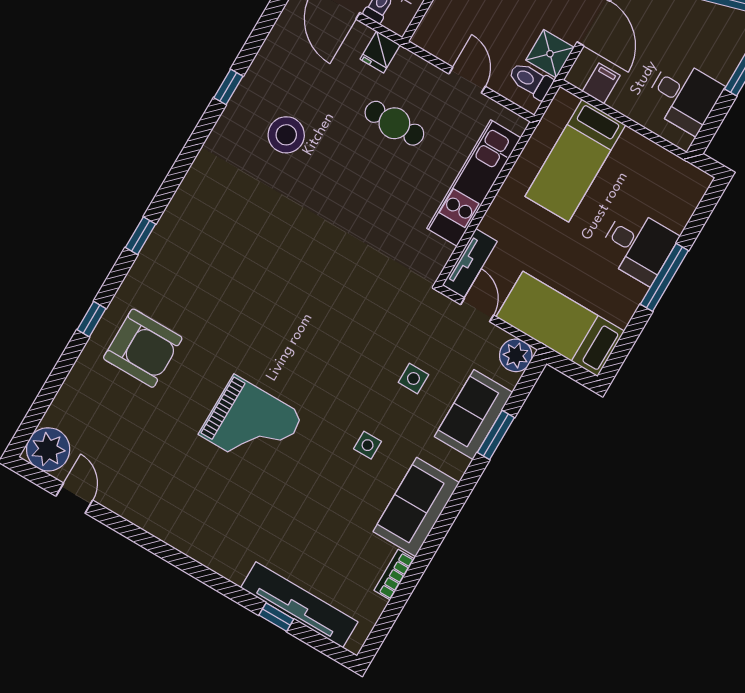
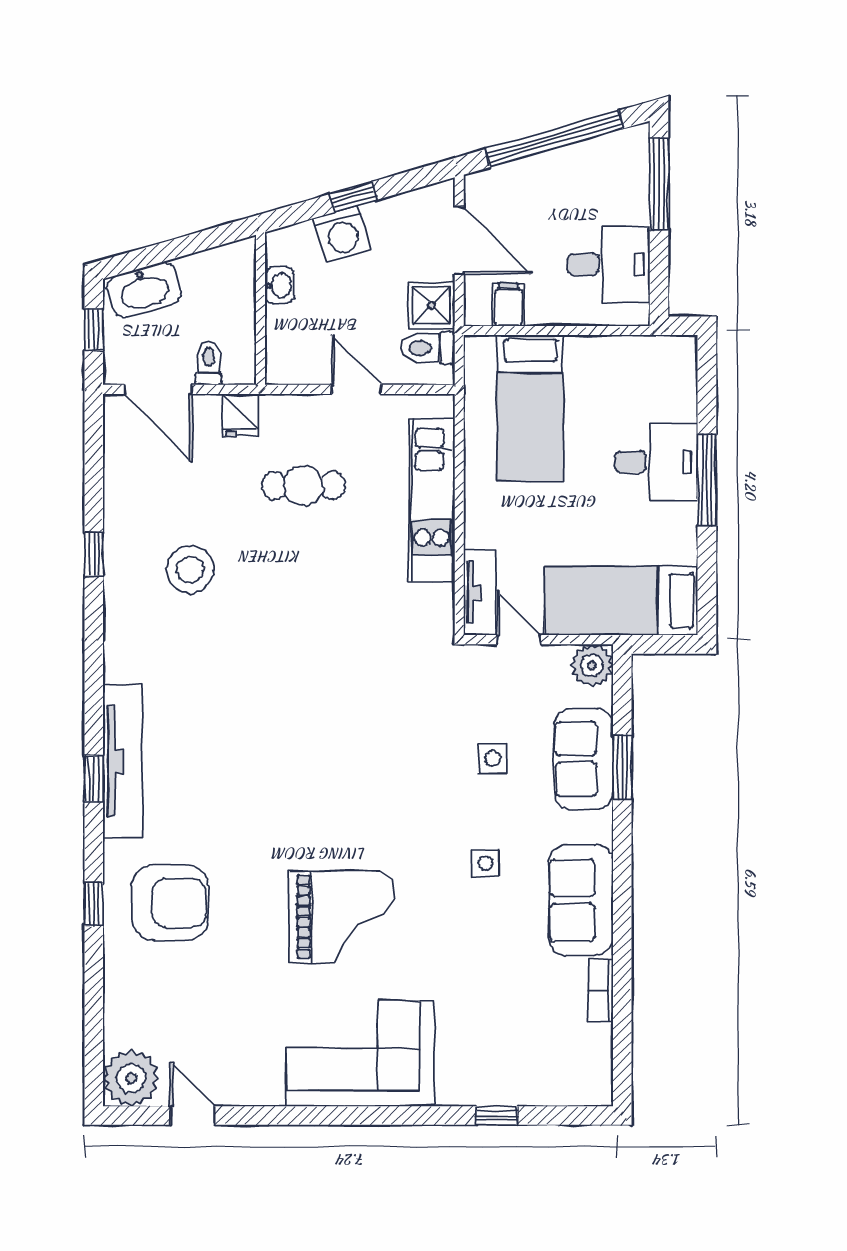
corner sofa: (210, 523) -> (360, 1053), added
tv unit: (299, 605) -> (123, 761), moved, turned 90

